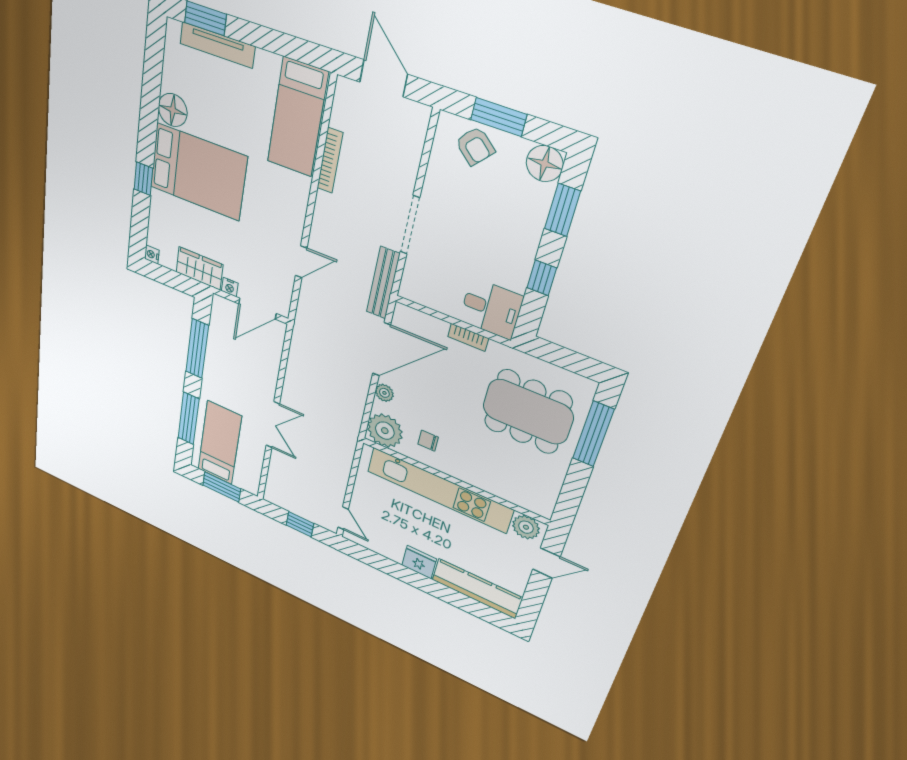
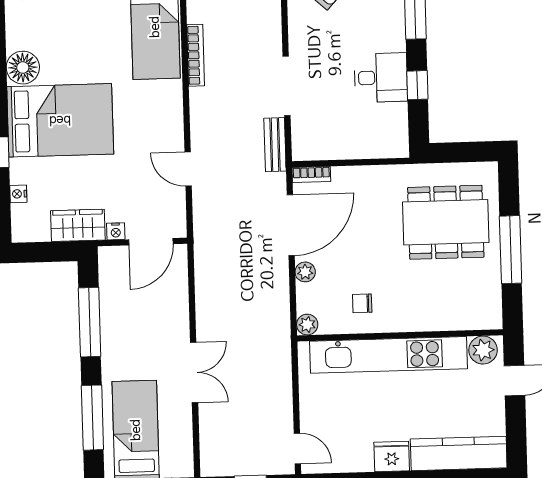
nightstand: (152, 255) -> (18, 194), moved
door: (301, 262) -> (188, 169), swing flipped
bench: (383, 283) -> (275, 145), width x0.73
desk: (491, 309) -> (381, 78), moved
bookcase: (468, 337) -> (311, 174), moved
plant: (385, 431) -> (307, 325), width x0.53, depth x0.53
window: (593, 434) -> (511, 250), moved

